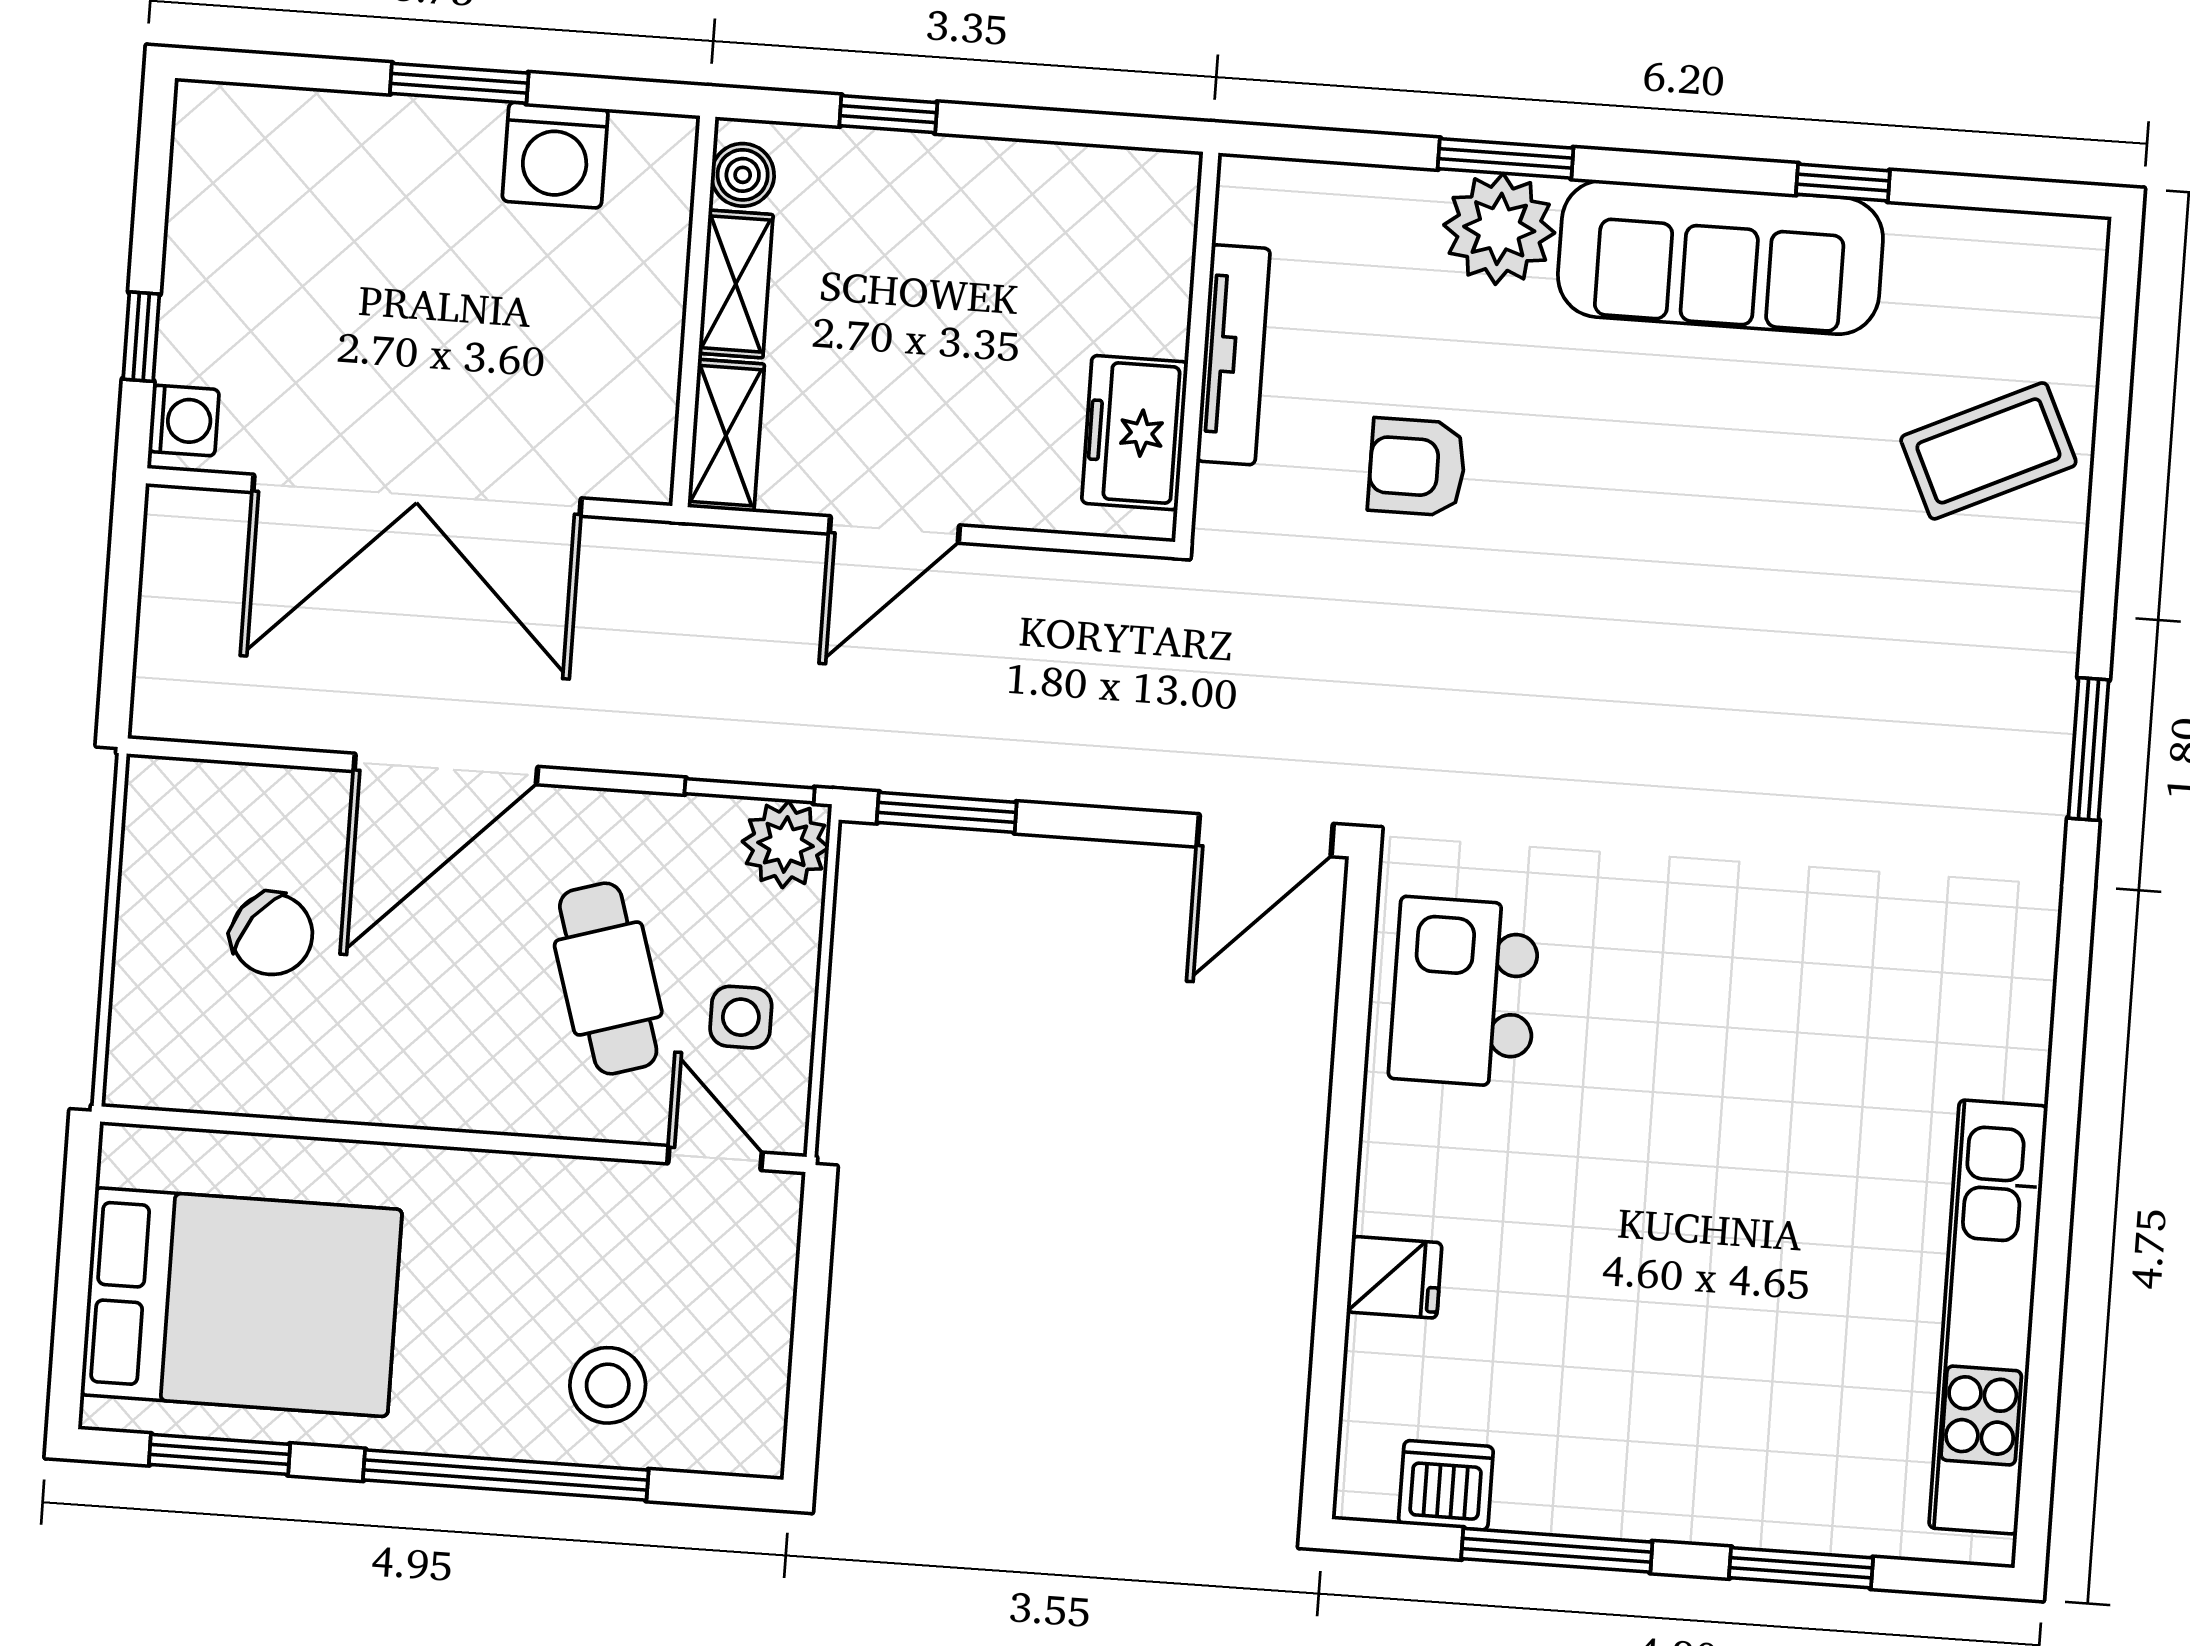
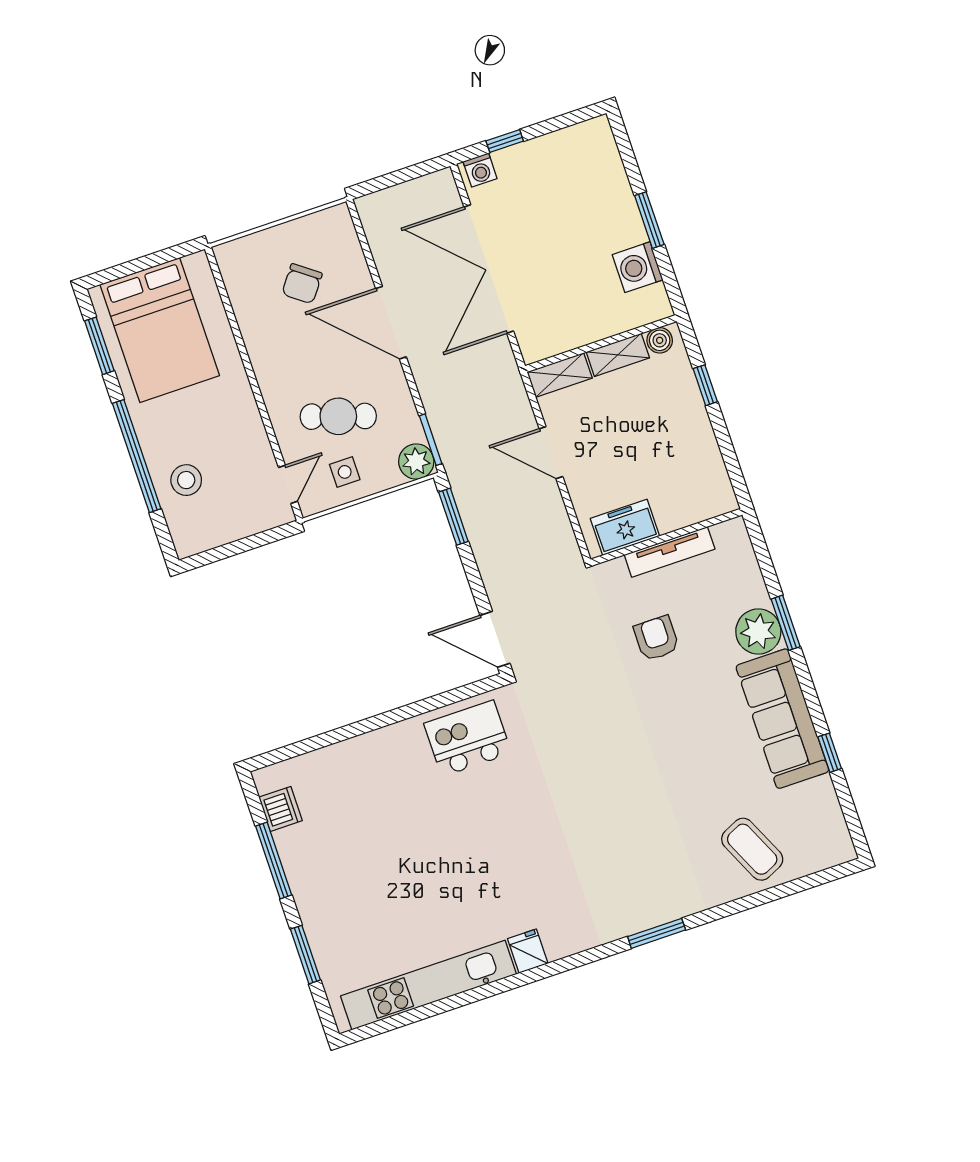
cafe table: (608, 979) -> (338, 416), turned 35
fridge: (1394, 1277) -> (528, 951), moved, turned 180

